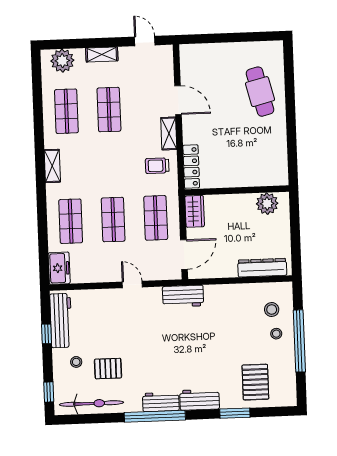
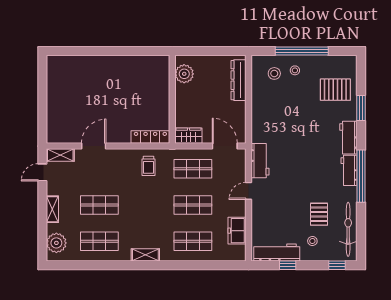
cafe table: (260, 92) -> (89, 76), removed
shelving: (169, 133) -> (60, 155), moved
freezer: (59, 268) -> (237, 231), moved, turned -90
workbench: (183, 296) -> (260, 161), moved

